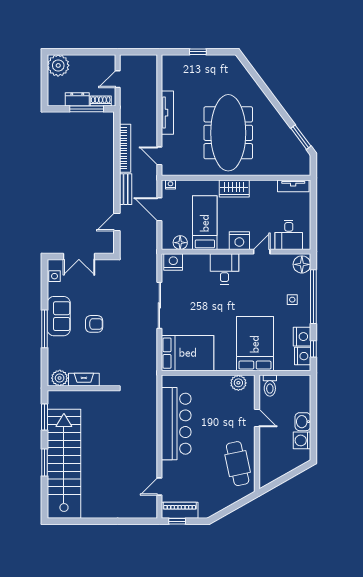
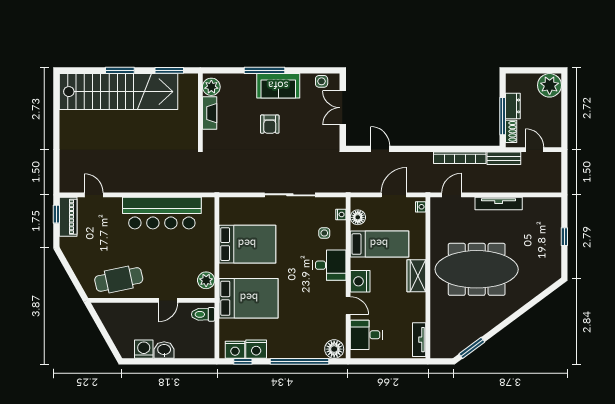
bench: (126, 189) -> (504, 158), moved
nightstand: (173, 262) -> (341, 215), width x0.53, depth x0.56
side table: (292, 300) -> (324, 233), moved
bed: (188, 353) -> (247, 244), moved, turned -90

